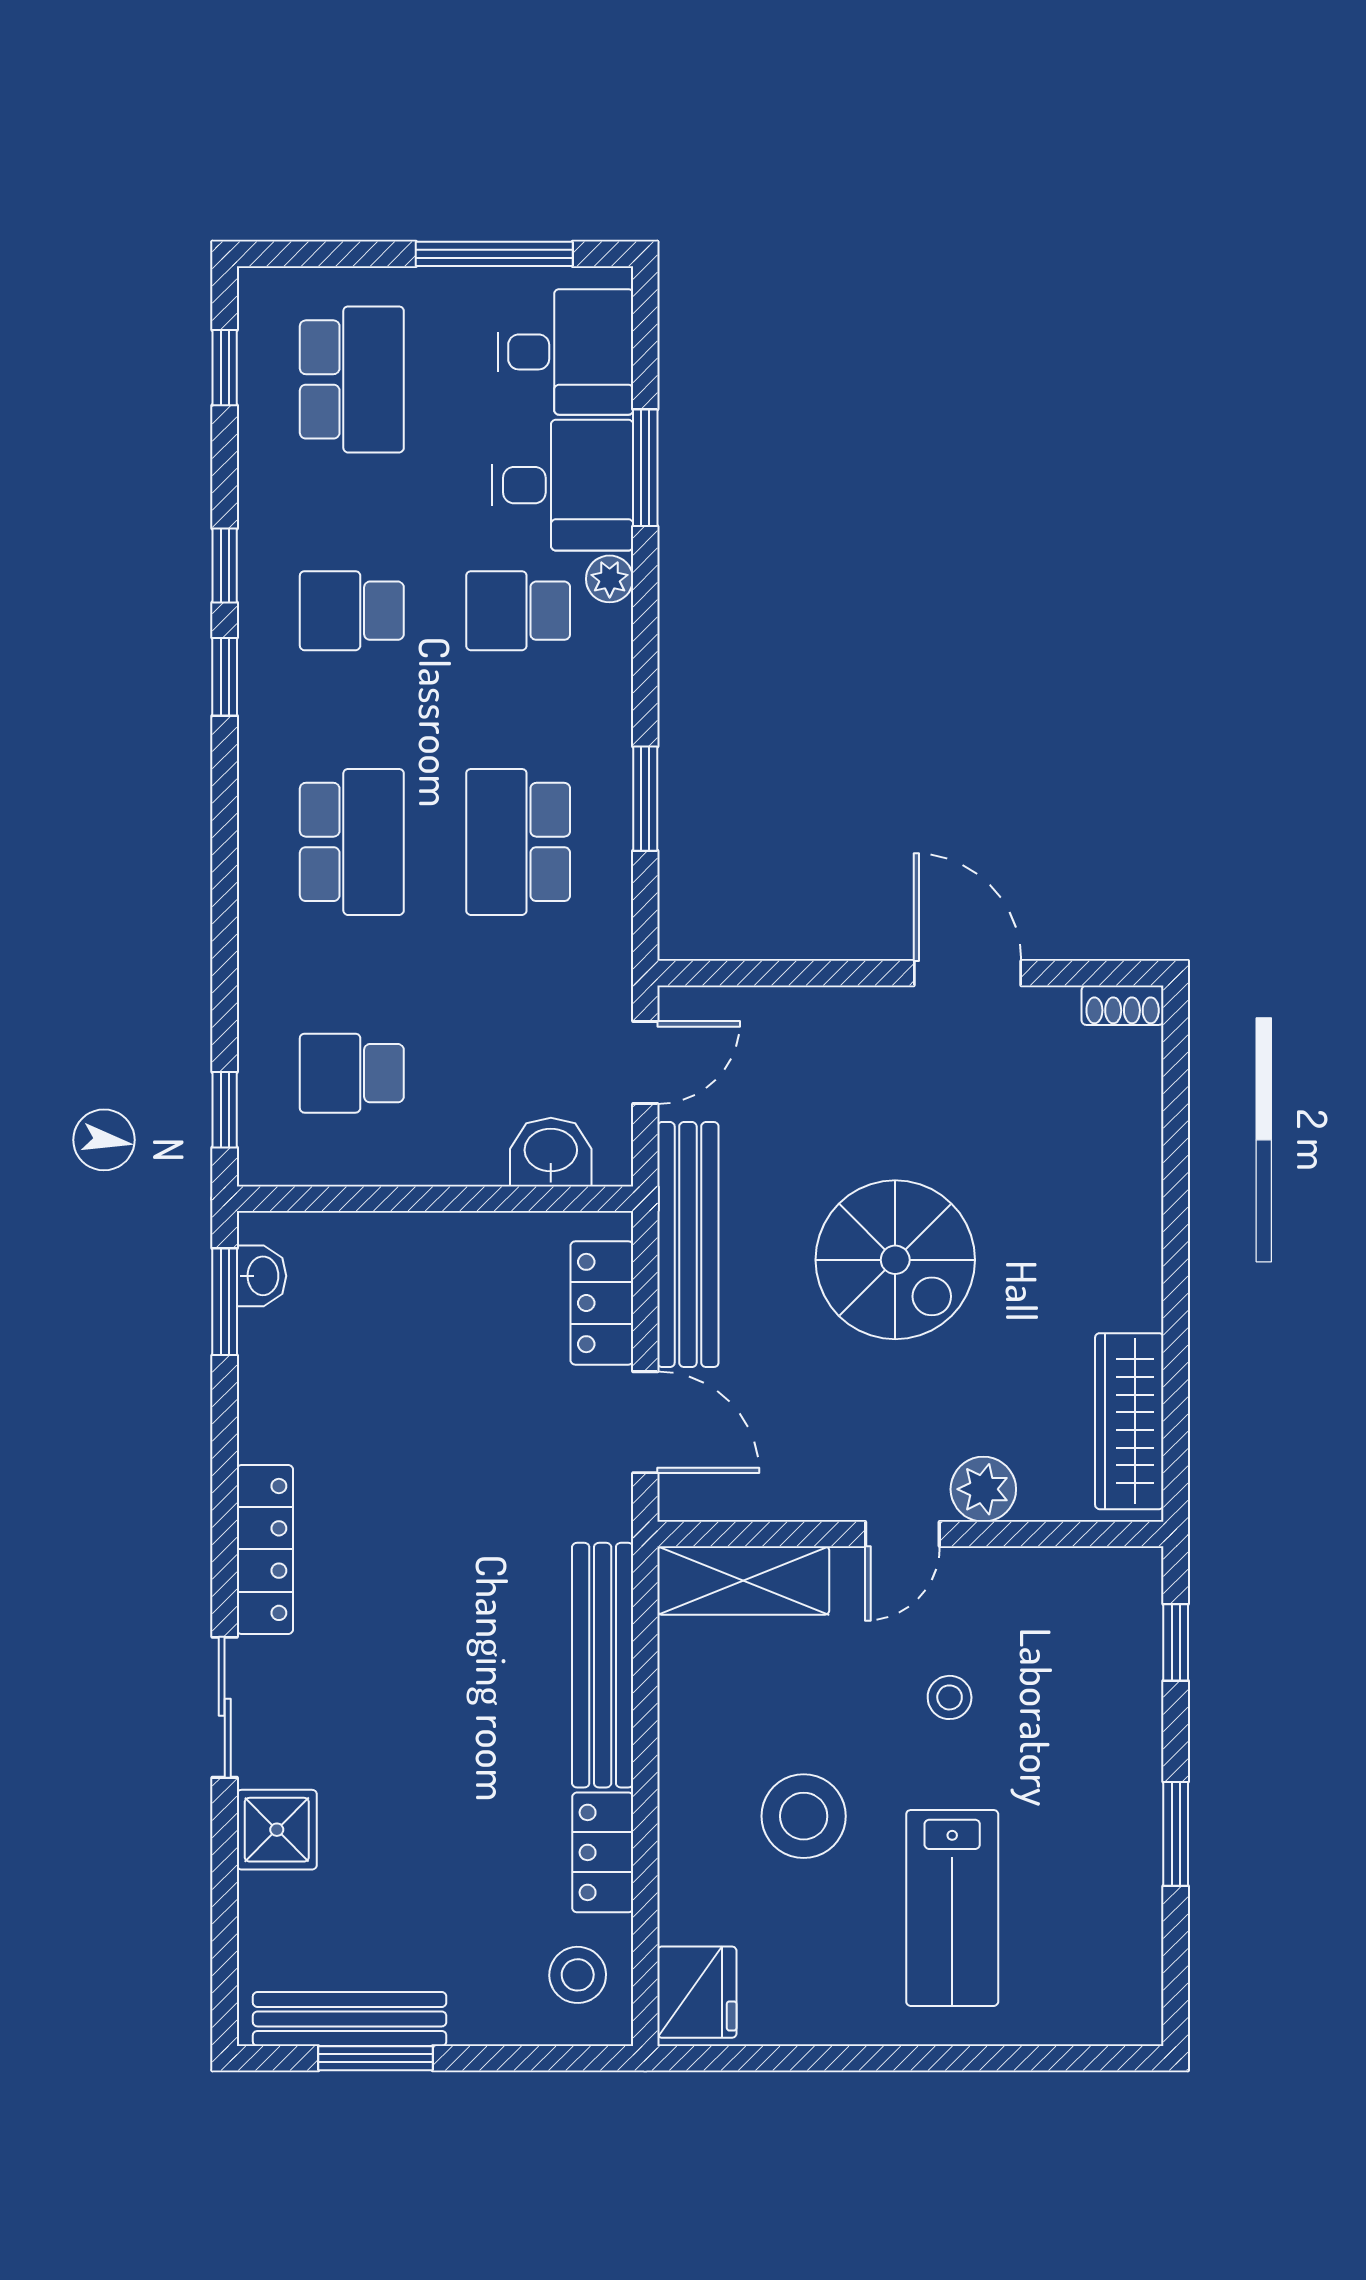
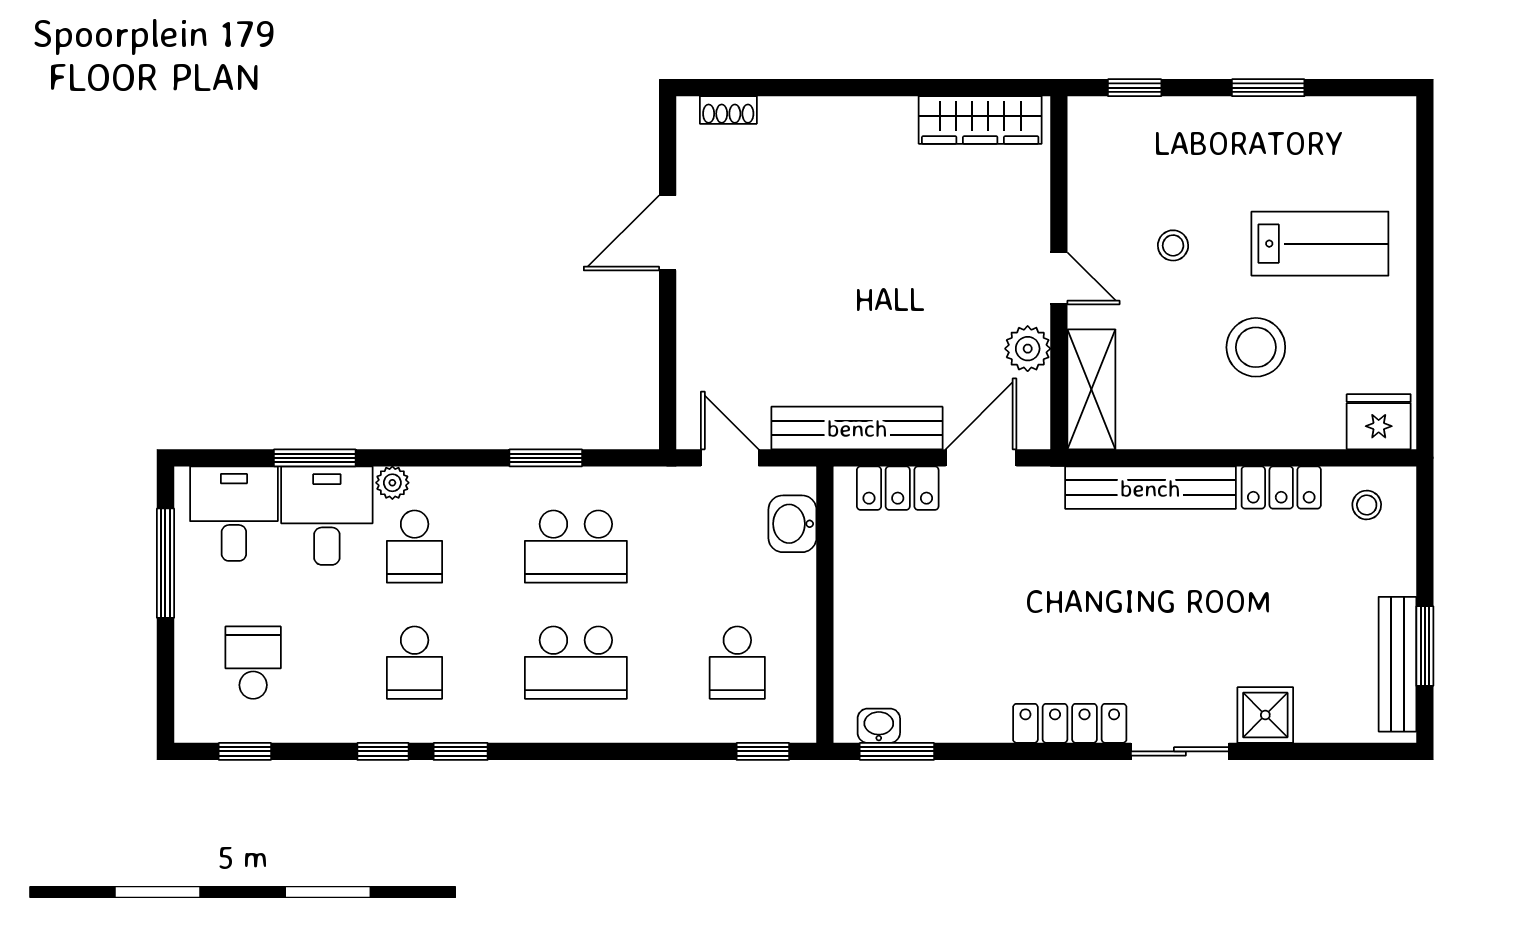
school desk: (352, 379) -> (253, 663), width x0.54
school desk: (352, 842) -> (576, 663), turned 180
shoe rack: (1123, 1005) -> (728, 110), moved, turned 90
spiral stairs: (895, 1260) -> (868, 283), removed
plant: (983, 1489) -> (1028, 349), moved
stool: (578, 1975) -> (1367, 505), width x0.73, depth x0.73

